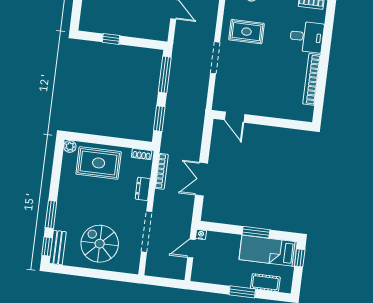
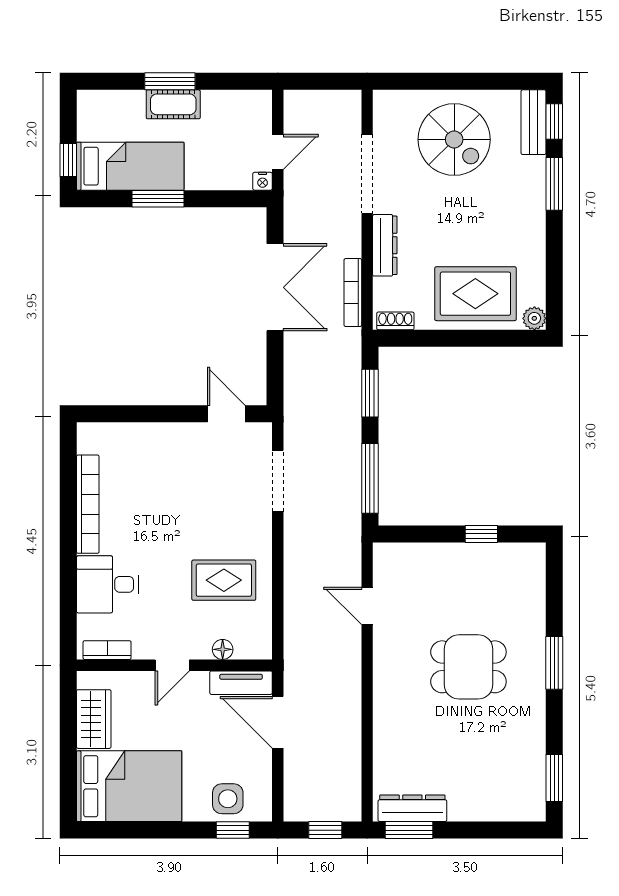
doorway: (215, 58) -> (278, 481), moved
double door: (201, 179) -> (275, 287), width x1.37
dresser: (143, 189) -> (385, 245), width x1.44
cot: (265, 283) -> (173, 104), moved

